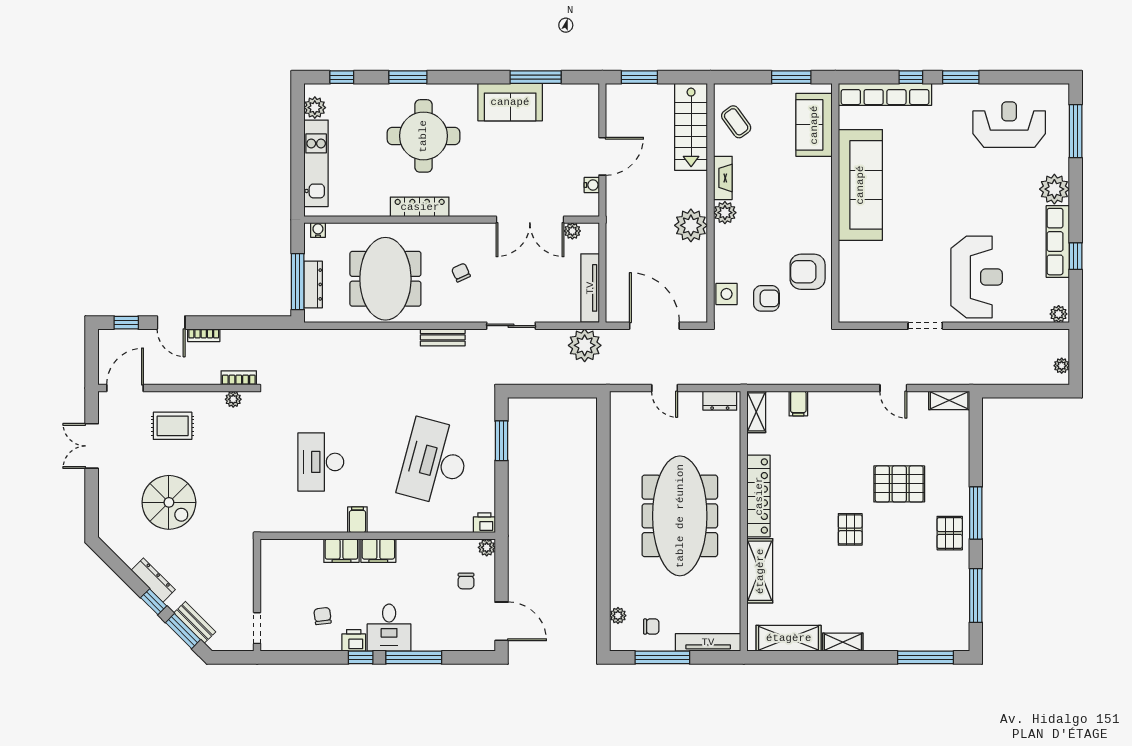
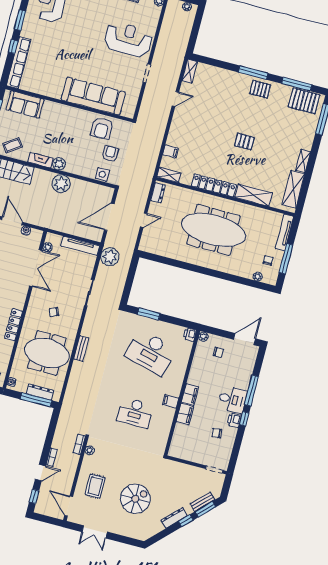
sofa: (860, 185) -> (93, 96), moved
bench: (443, 337) -> (81, 349), moved
pallet: (899, 484) -> (304, 101), moved, turned 90

